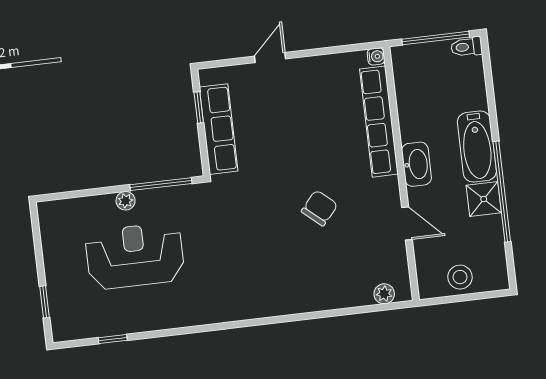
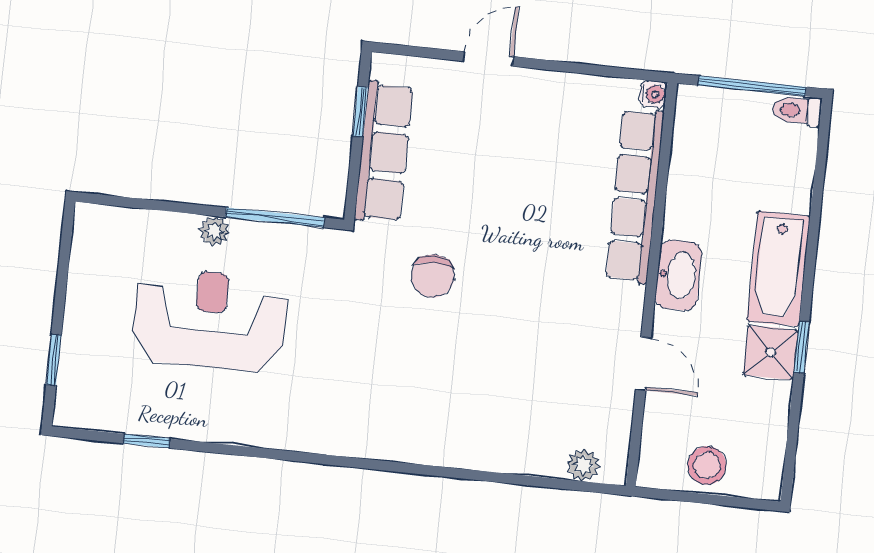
window: (502, 192) -> (801, 347), width x0.32
chair: (320, 208) -> (433, 276), moved, turned 139

